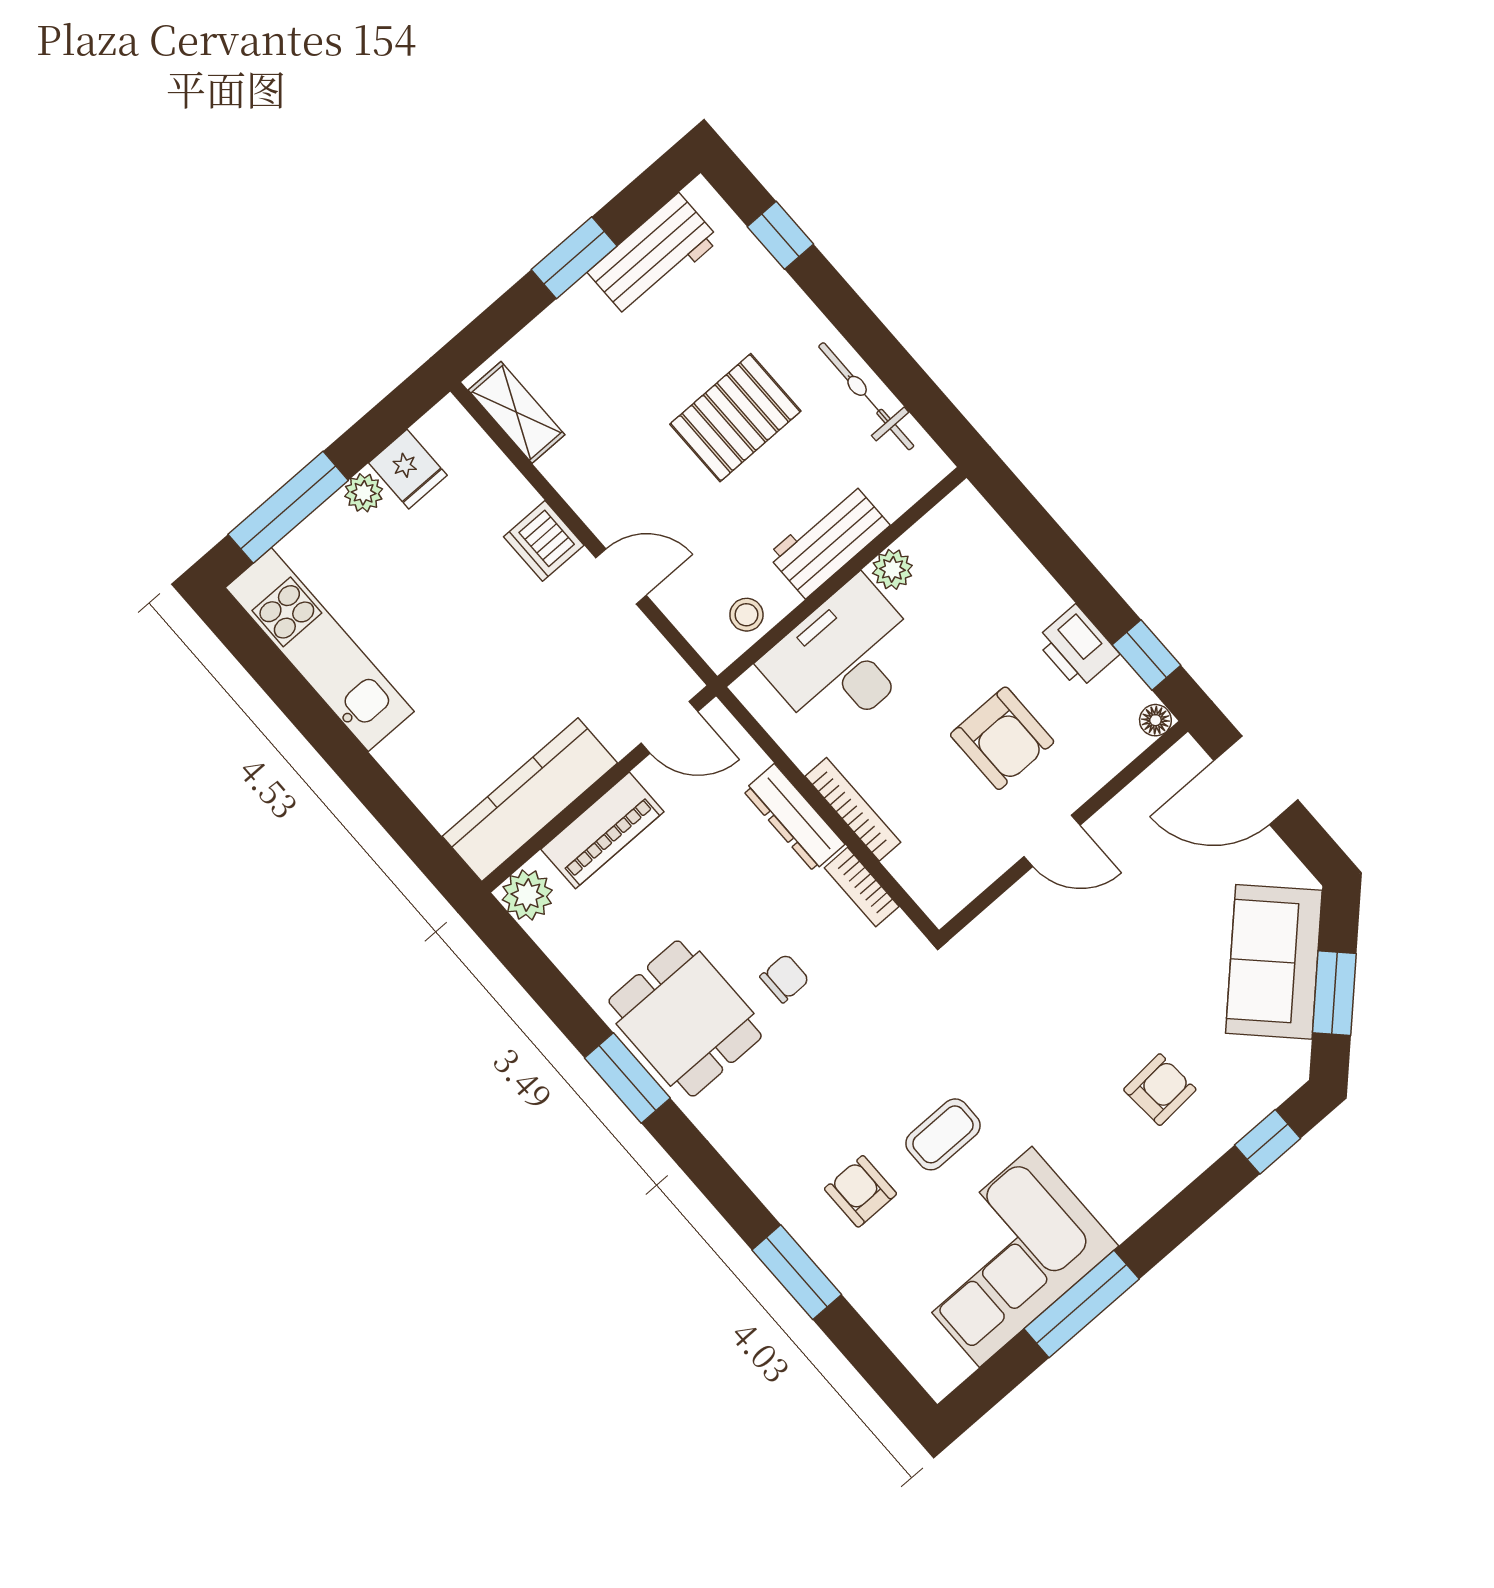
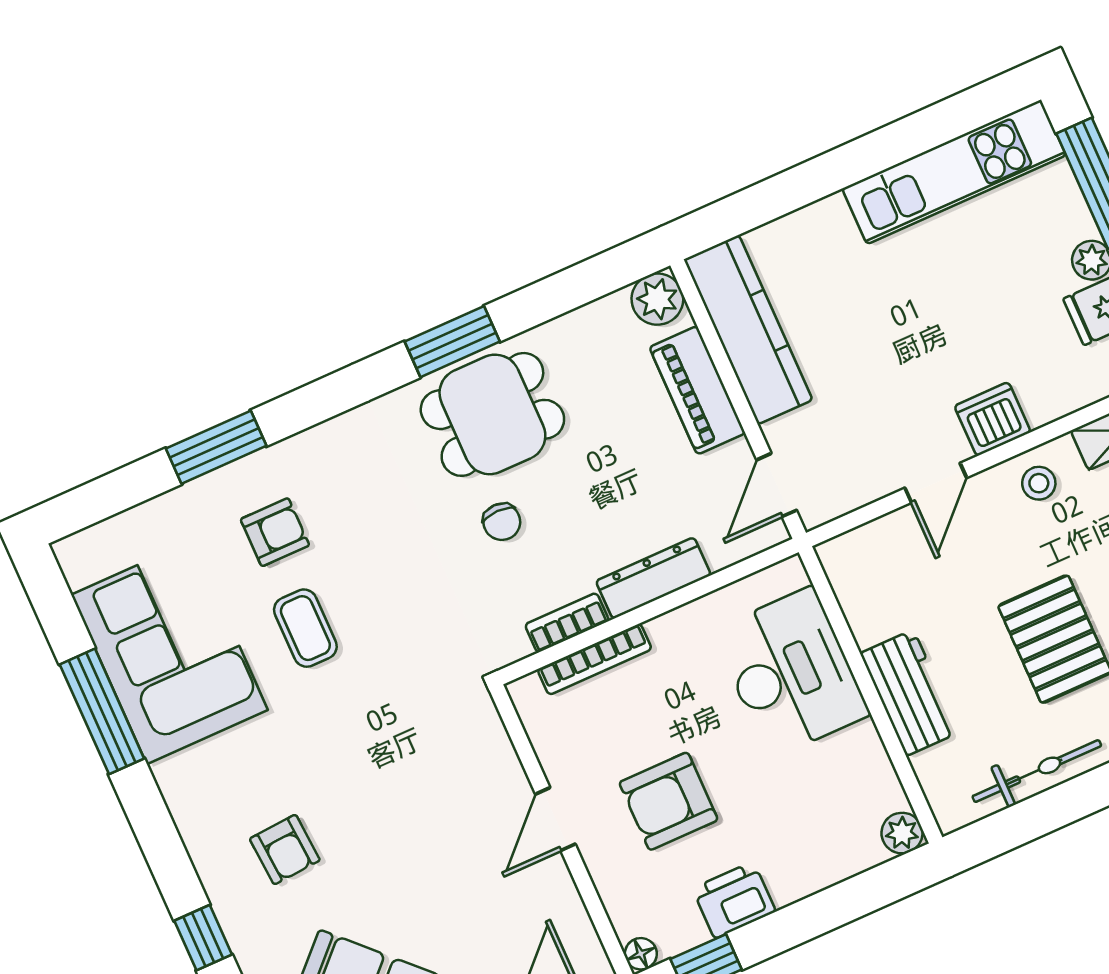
plant: (892, 569) -> (902, 833), moved
stool: (746, 615) -> (1039, 483), moved
bookcase: (853, 809) -> (595, 659), moved

